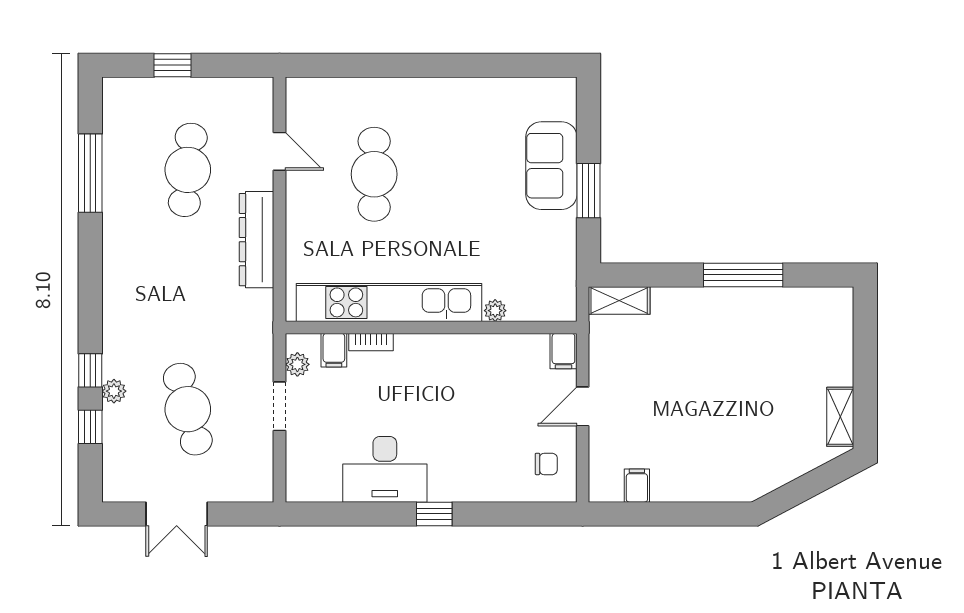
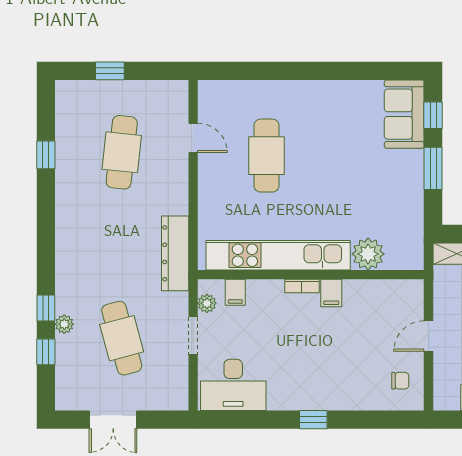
window: (588, 122) -> (433, 115), added
sofa: (551, 166) -> (404, 114), moved
window: (90, 173) -> (46, 155), width x0.46
dresser: (257, 240) -> (175, 253), moved
plant: (495, 311) -> (368, 254), width x1.88, depth x1.88
bookcase: (371, 342) -> (302, 286), moved
filing cabinet: (563, 351) -> (331, 293), moved
desk: (385, 469) -> (233, 385), moved

